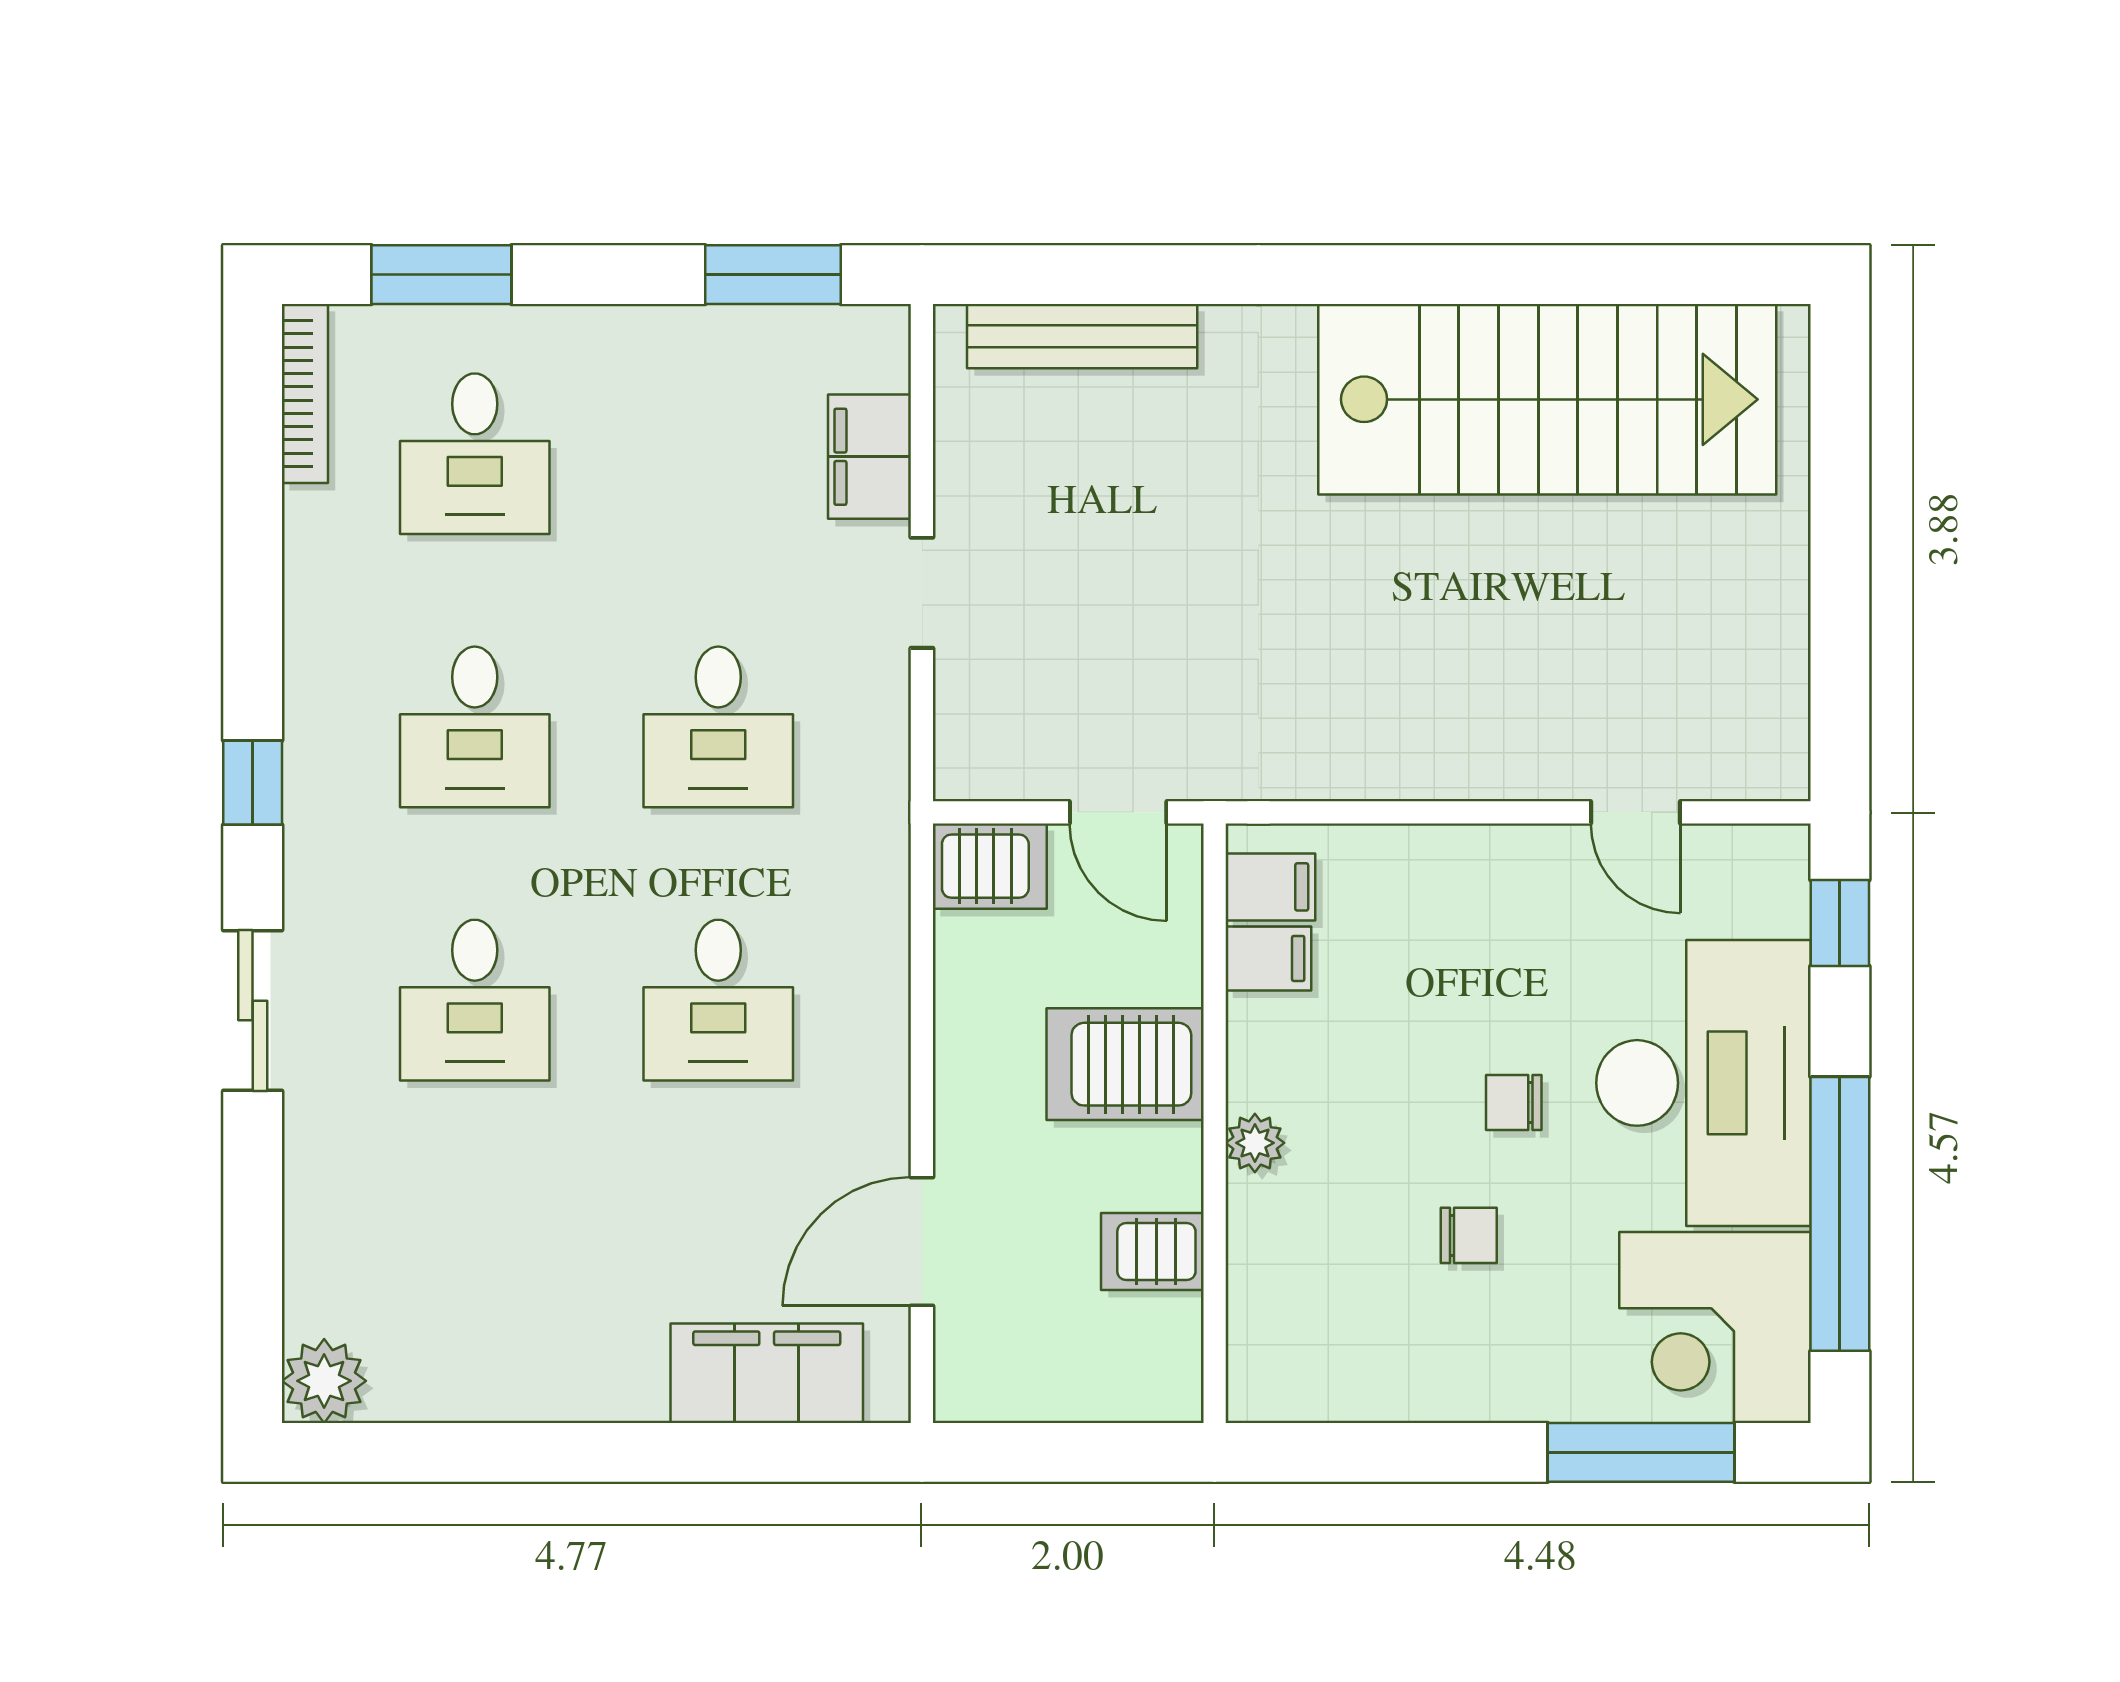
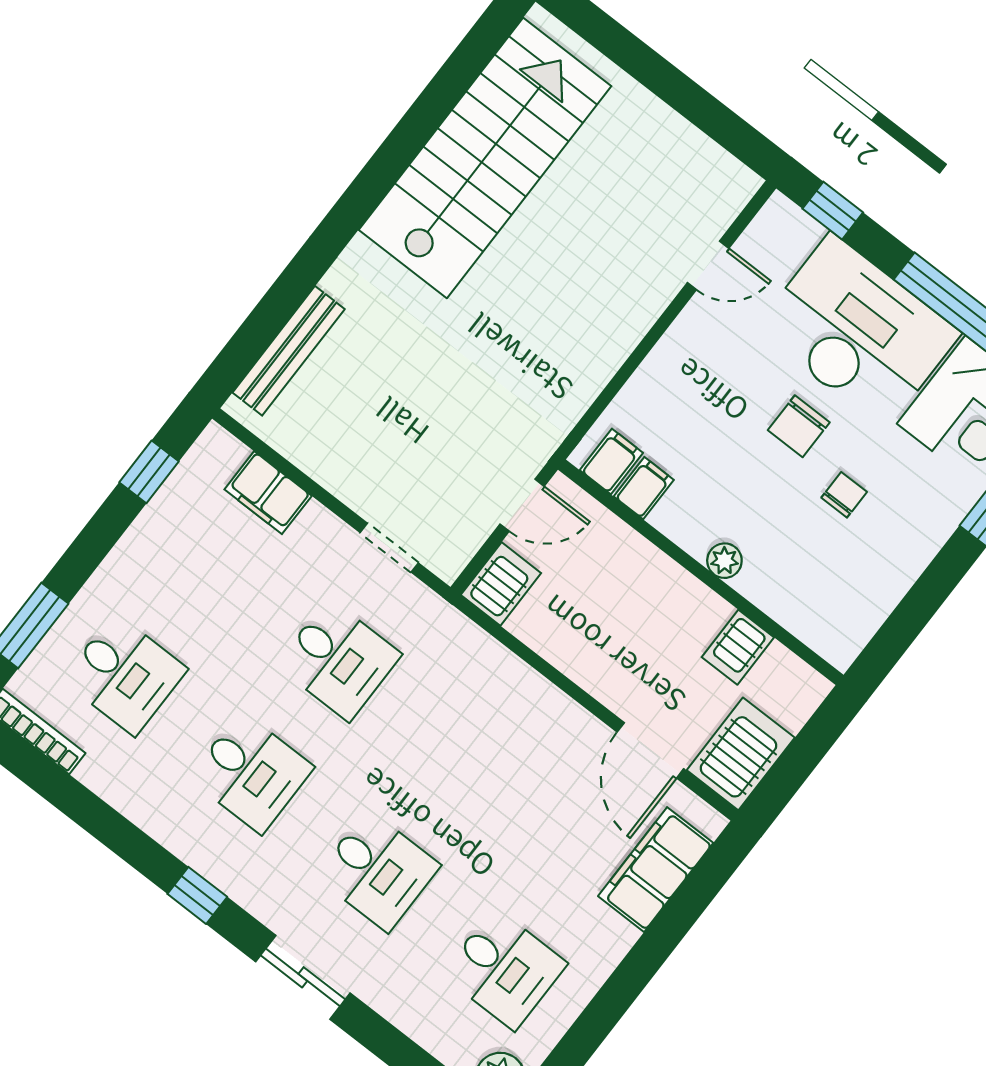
window: (773, 275) -> (149, 472), width x0.67
doorway: (922, 593) -> (389, 548), moved
desk: (718, 1000) -> (504, 969), moved
server rack: (1125, 1064) -> (741, 754), moved, turned 180
chair: (1514, 1103) -> (799, 426), width x1.37, depth x1.37

